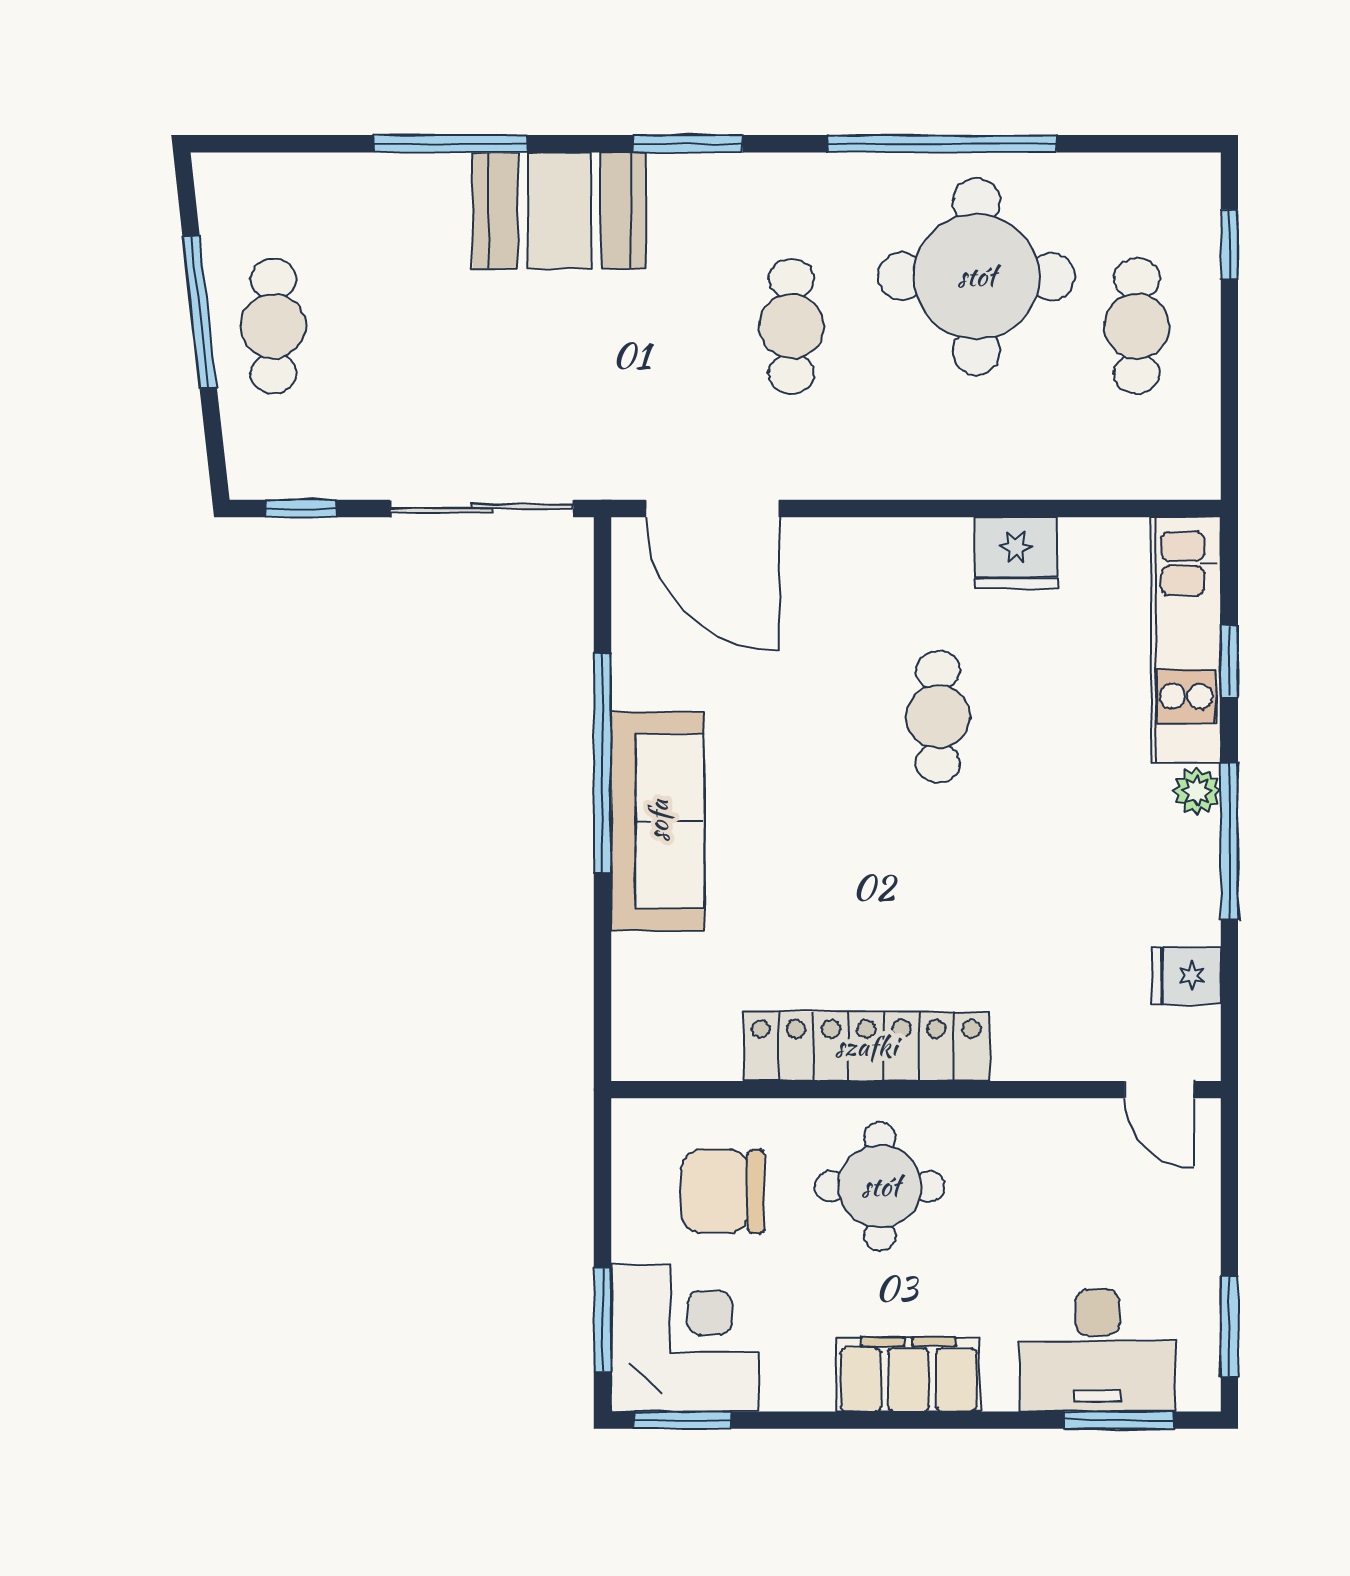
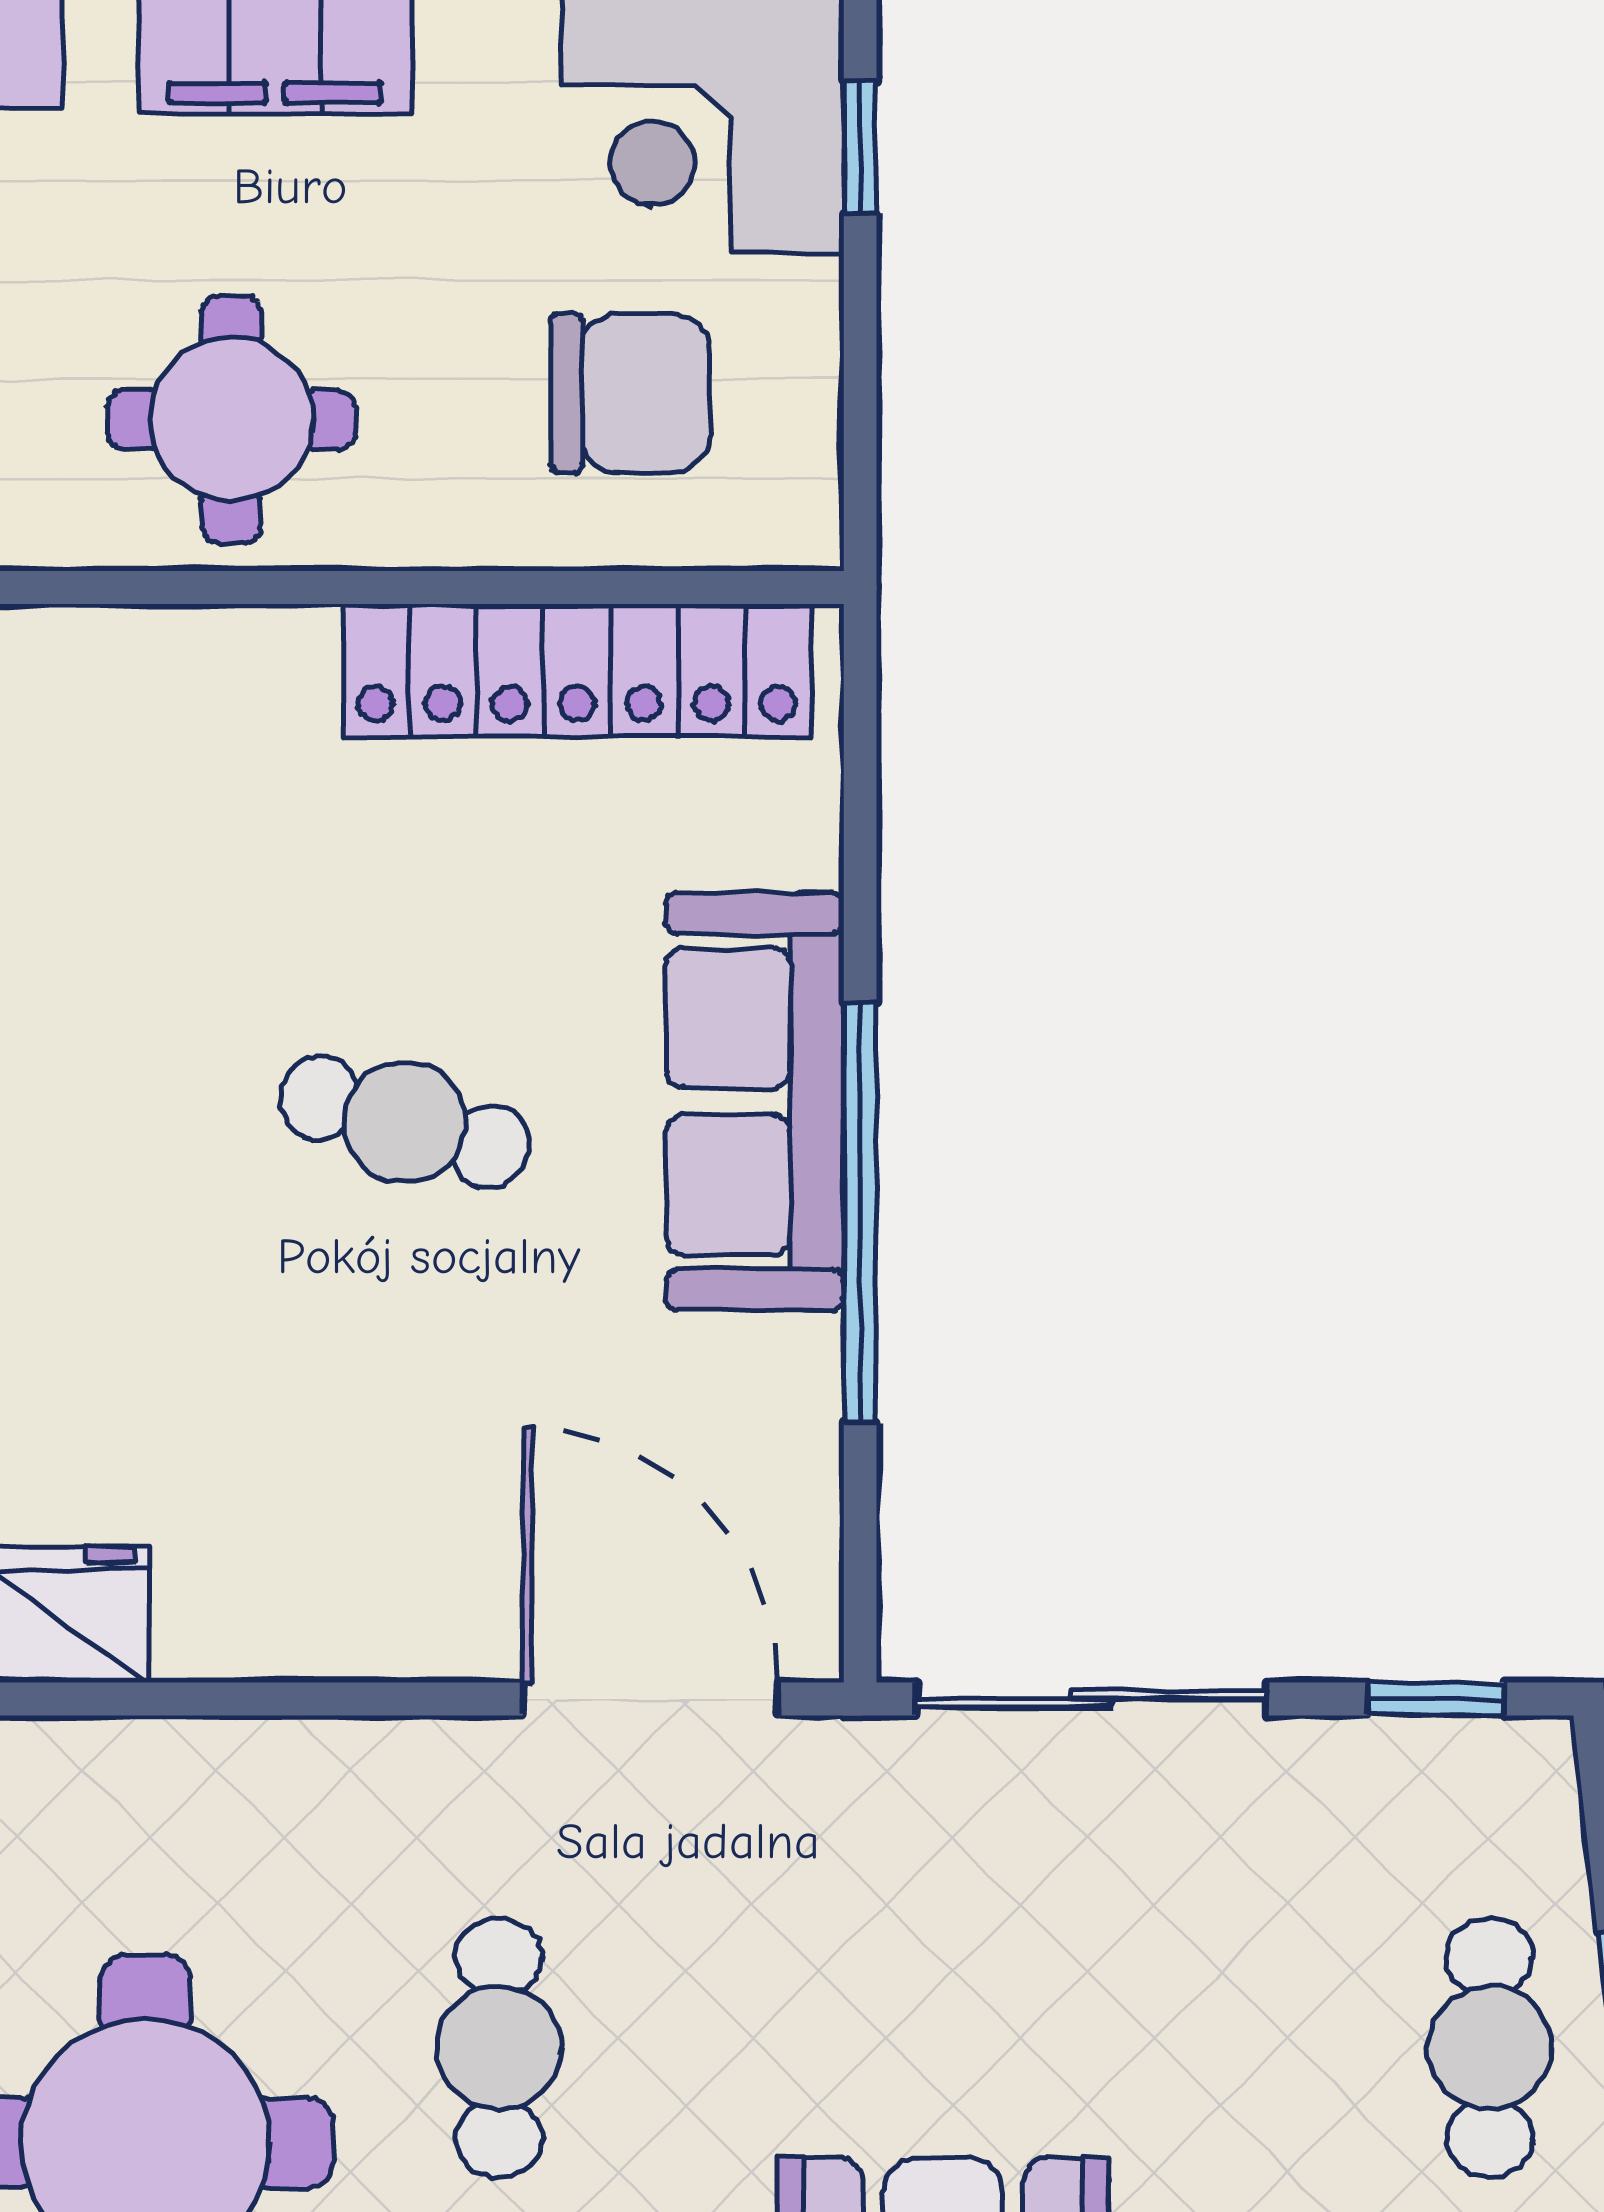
cafe table: (938, 717) -> (405, 1122), moved, turned -74
locker: (866, 1046) -> (577, 670), moved
round table: (880, 1186) -> (231, 419), moved
window: (602, 1320) -> (860, 148), width x0.67

